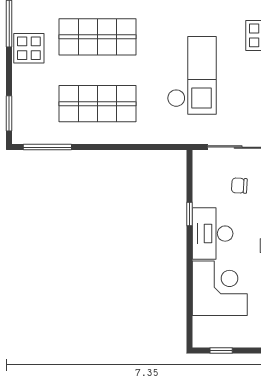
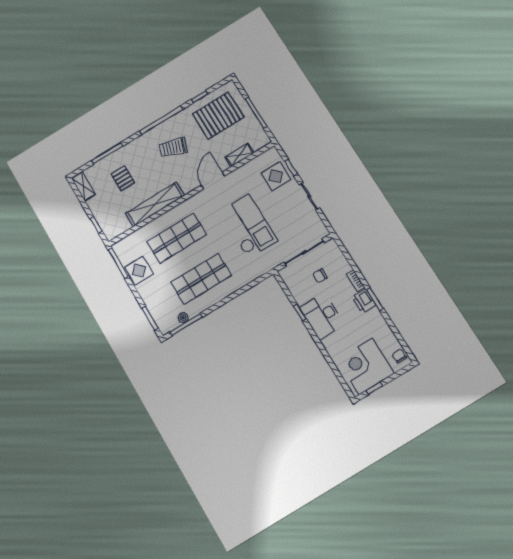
plant: (49, 137) -> (183, 318), added
corner desk: (220, 288) -> (366, 366), moved, turned -90

